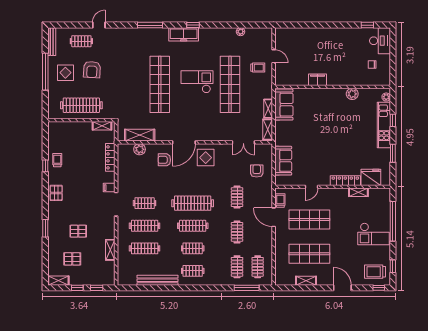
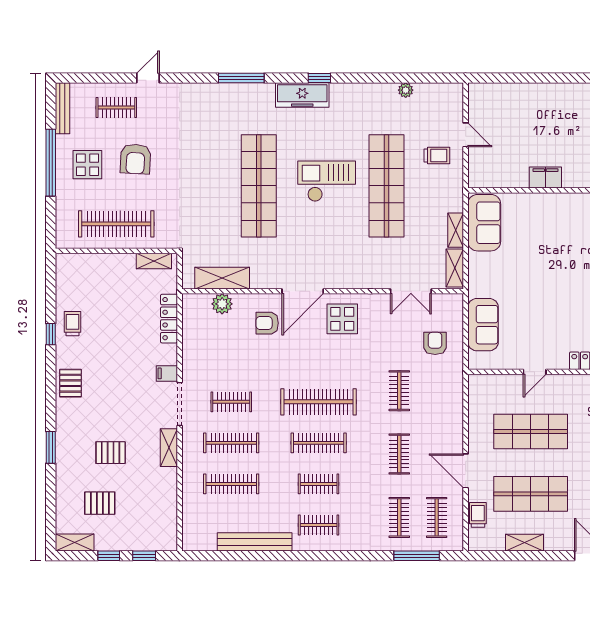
trolley: (280, 200) -> (478, 515), moved
door: (274, 217) -> (466, 471), moved
shelving: (110, 250) -> (169, 448), moved

